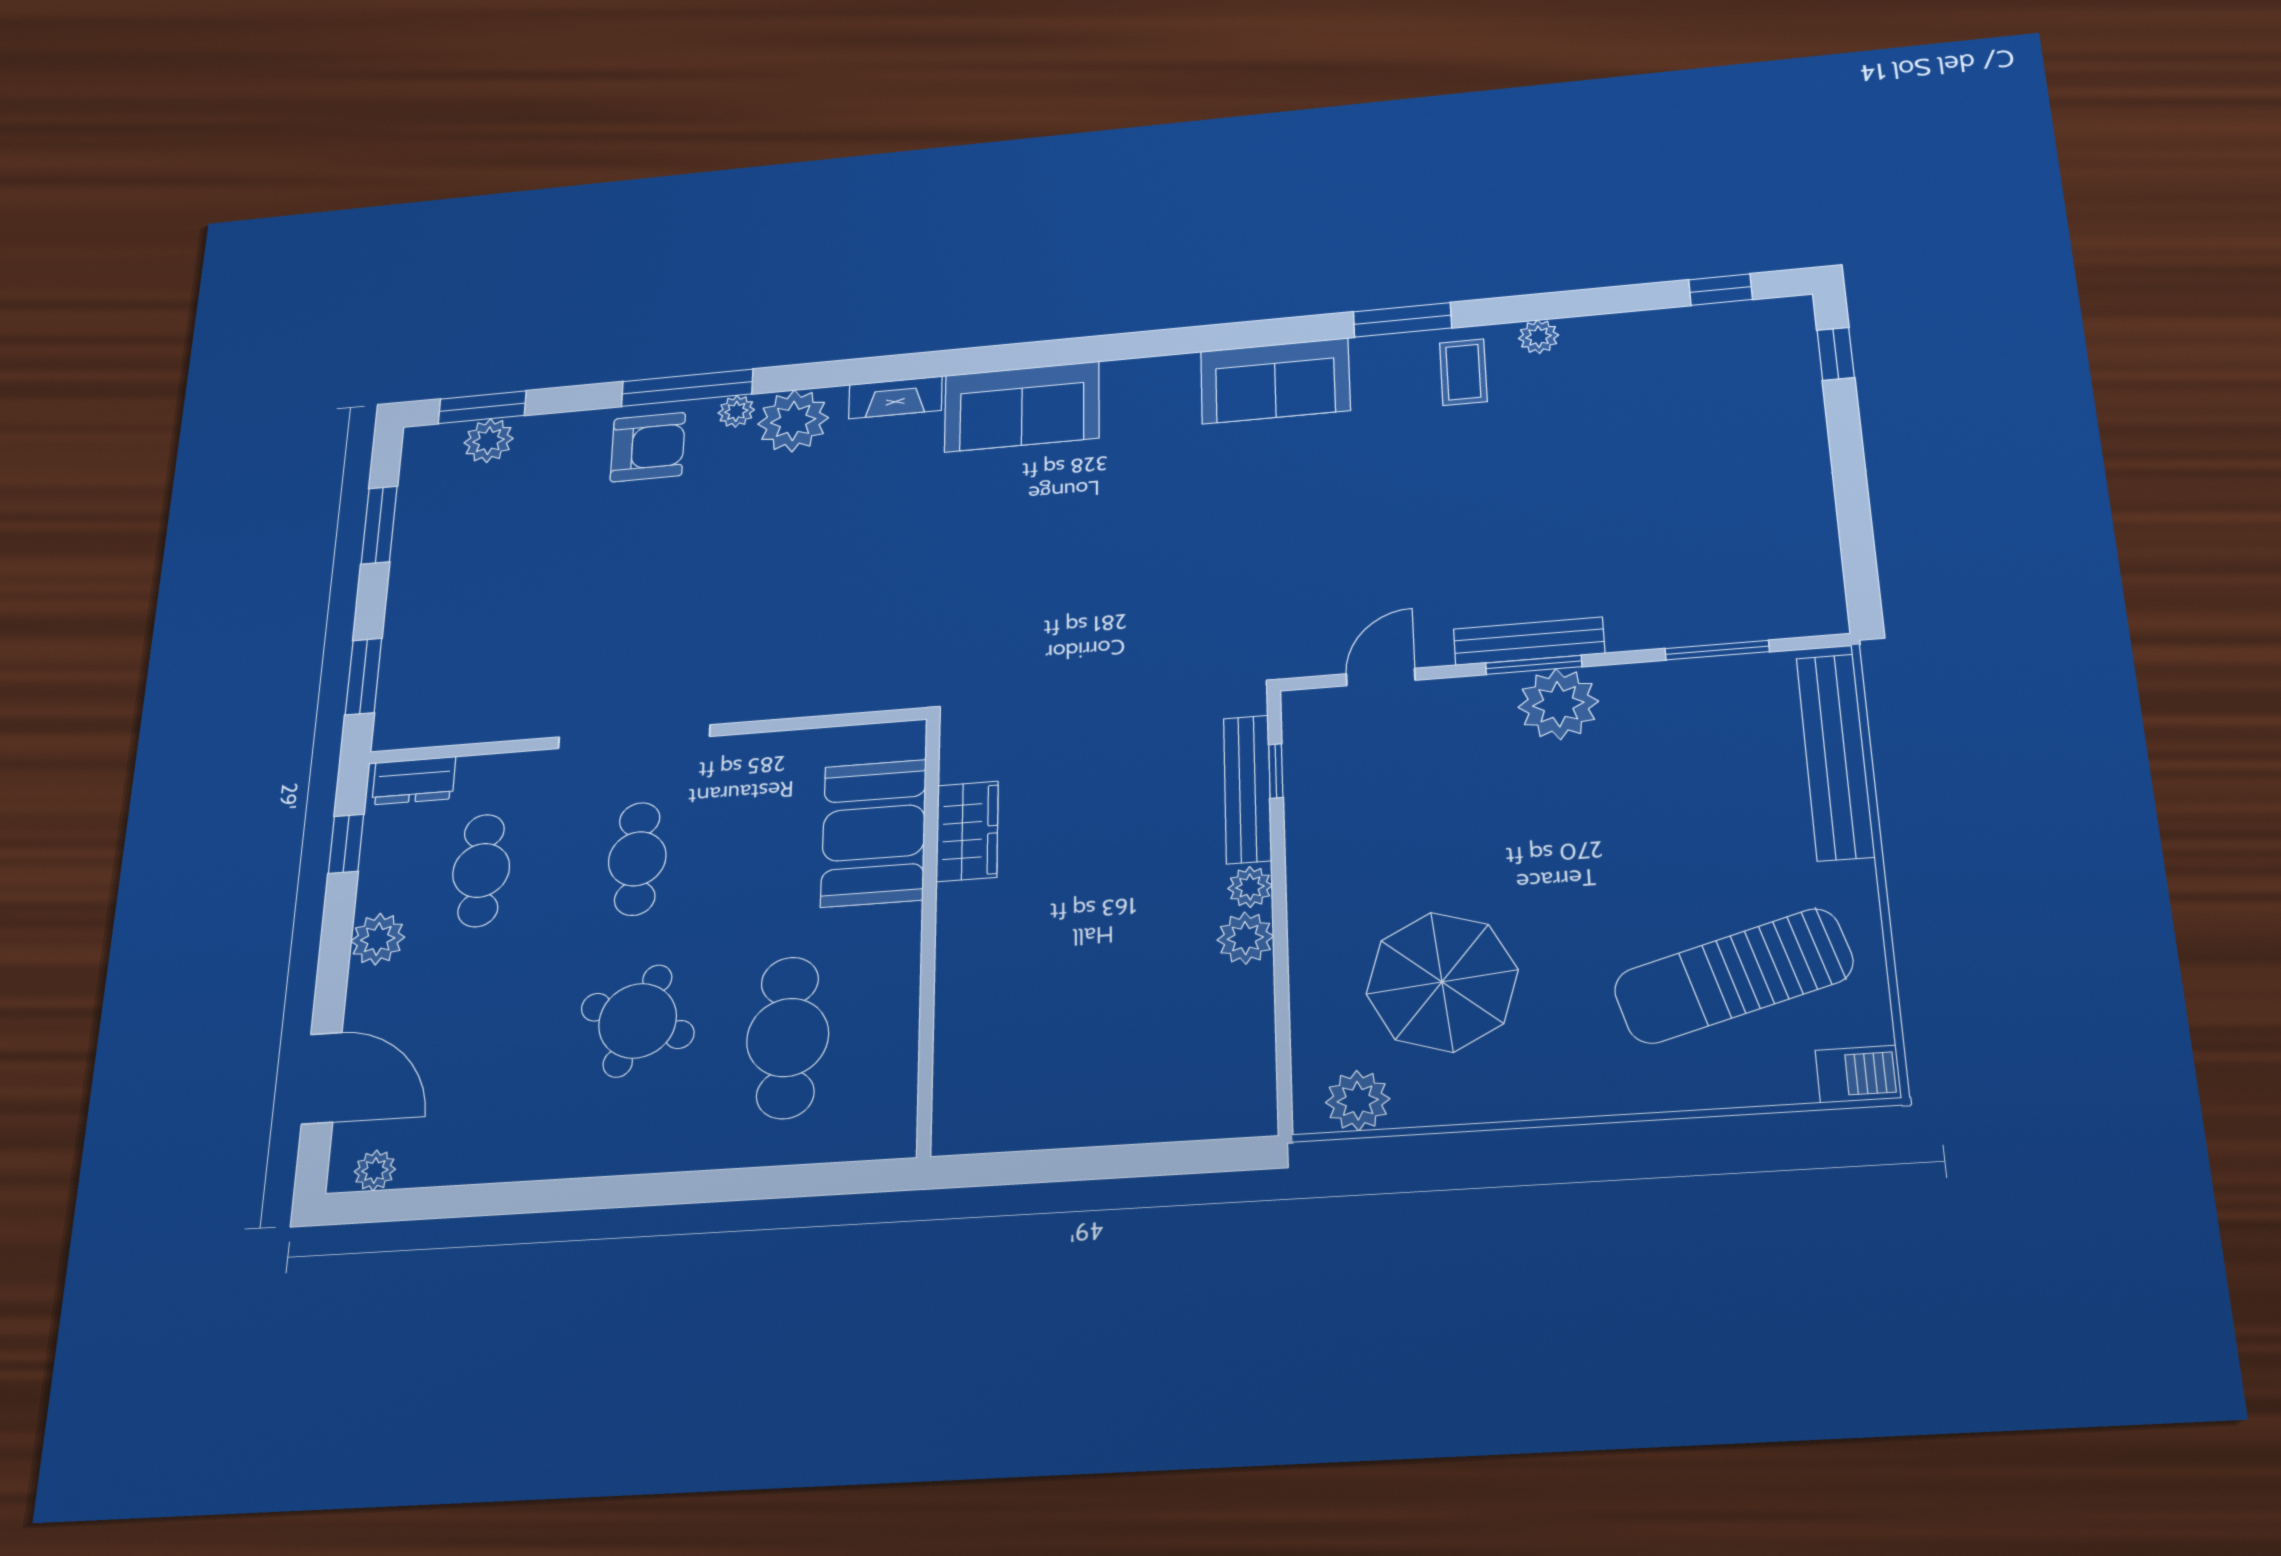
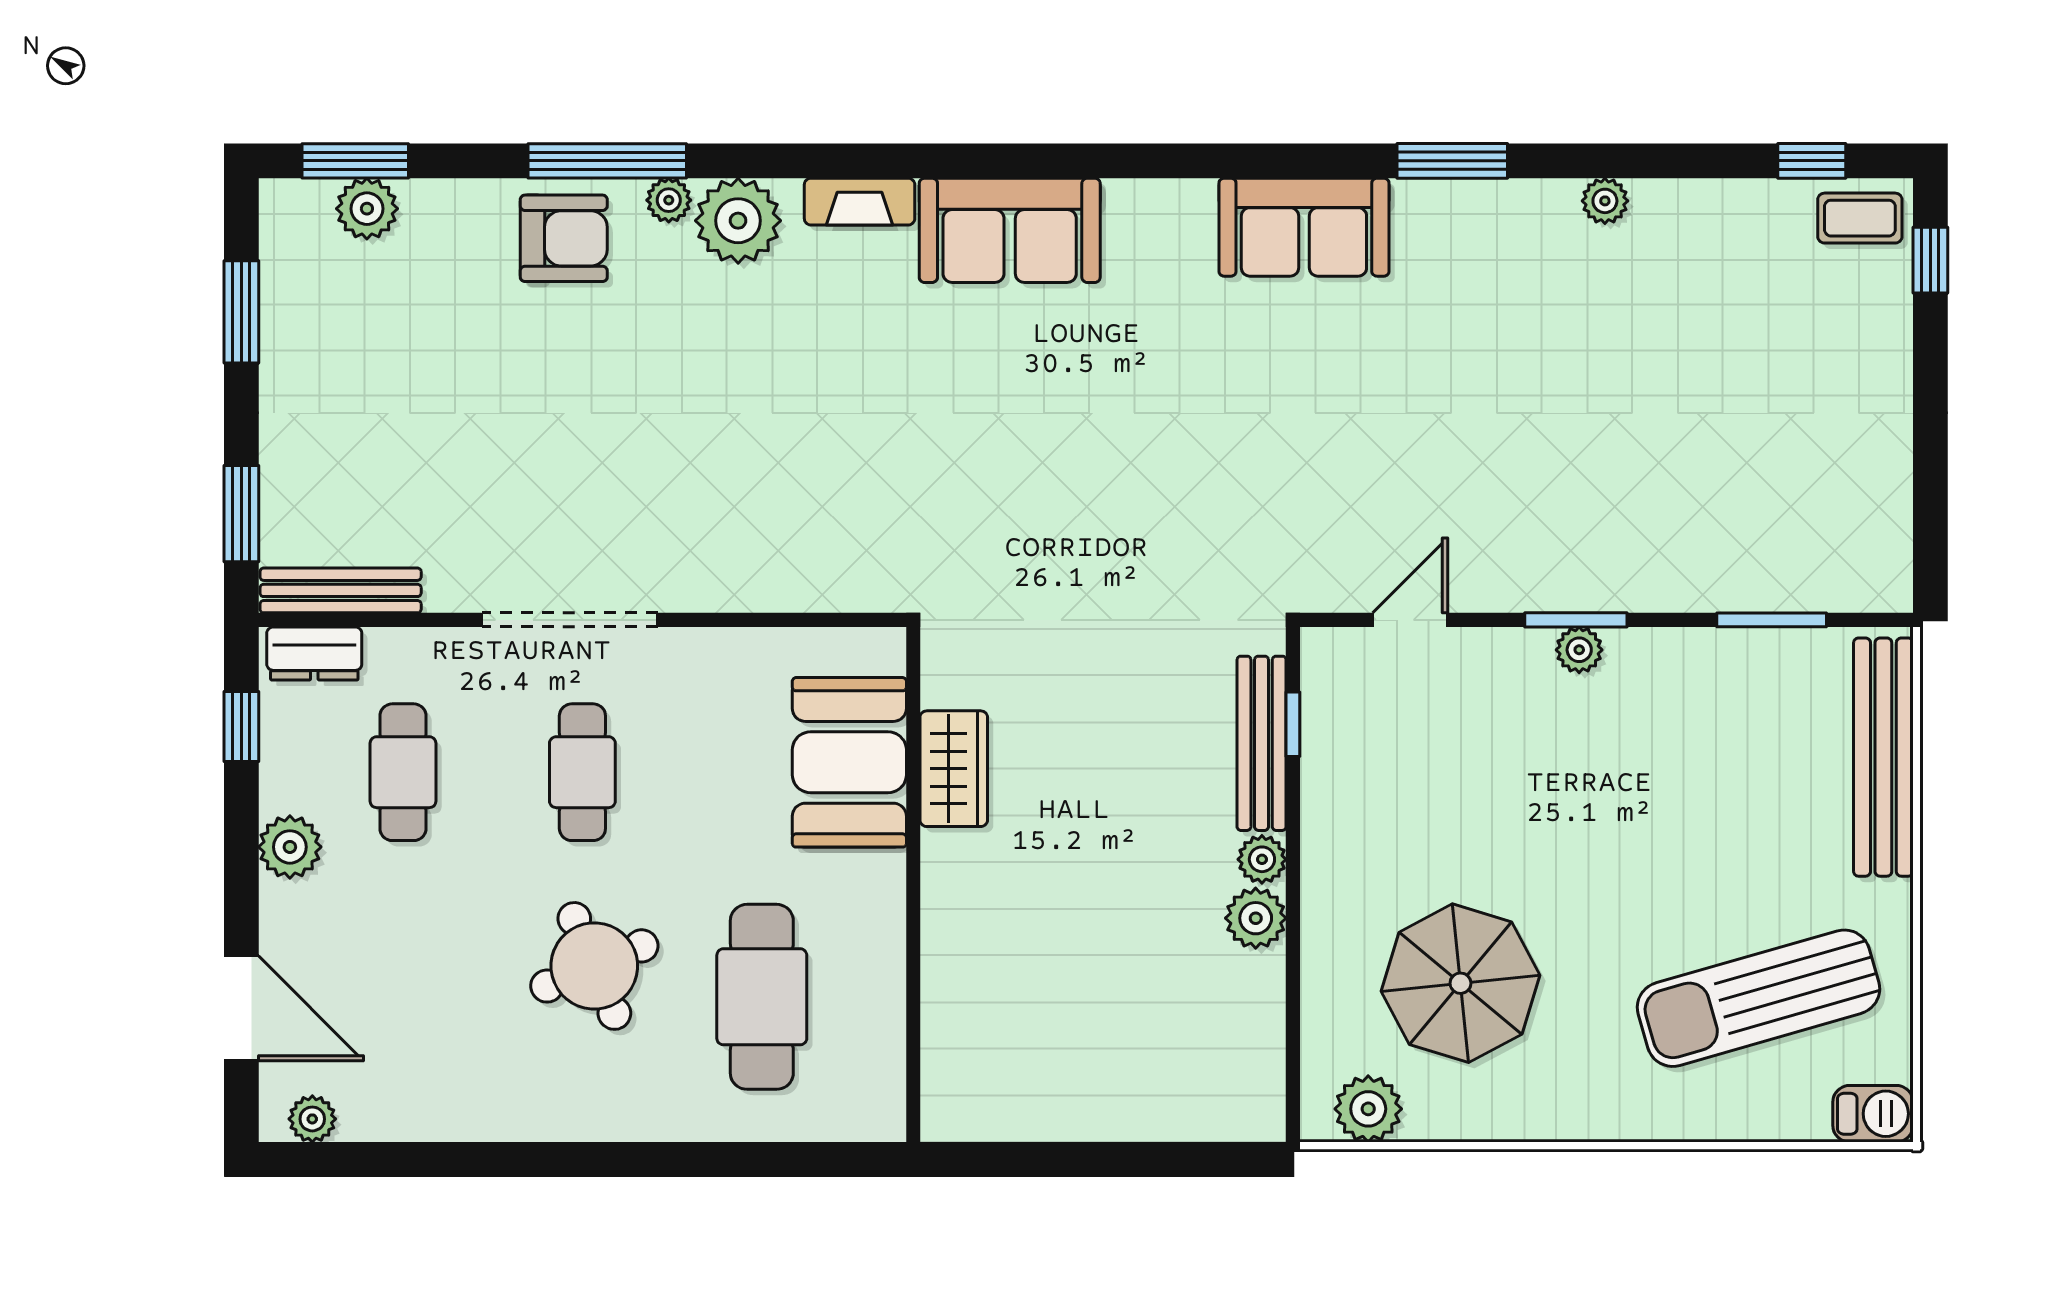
coffee table: (1463, 372) -> (1860, 218), moved, turned 90
bench: (1529, 641) -> (341, 590), moved
plant: (1558, 704) -> (1579, 650), width x0.53, depth x0.53
round table: (638, 1021) -> (594, 966), turned 45

